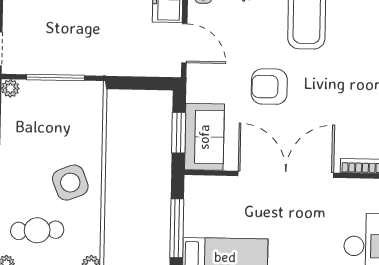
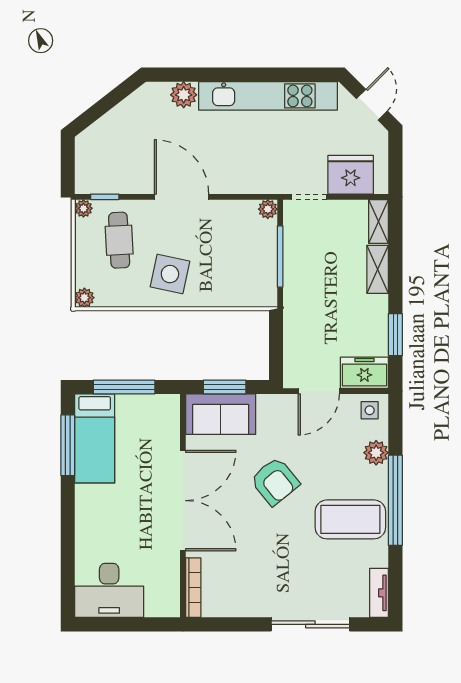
armchair: (269, 87) -> (275, 481), turned 141
side table: (70, 183) -> (170, 274), turned 33

